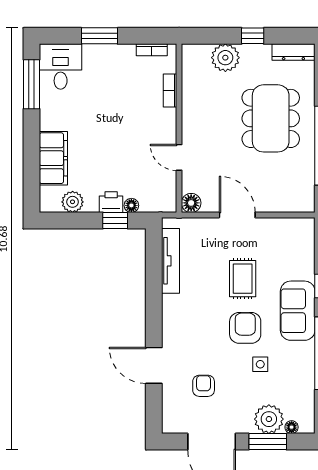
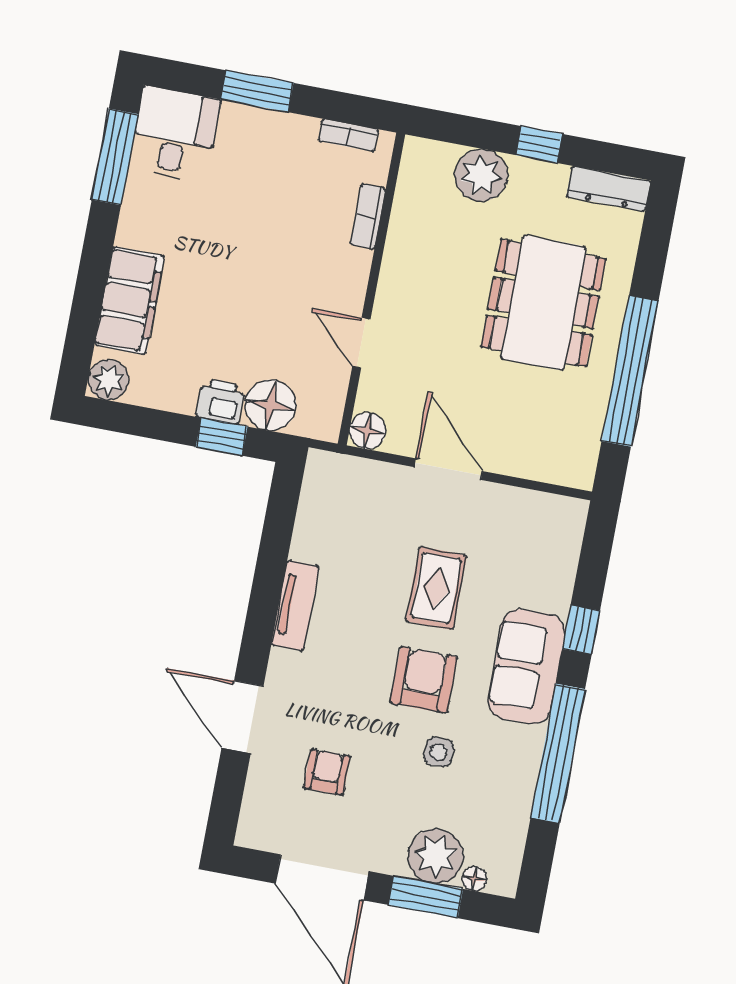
plant: (73, 202) -> (108, 380), moved
floor lamp: (131, 205) -> (271, 405), width x1.89, depth x1.89
tv unit: (171, 261) -> (295, 606), moved, width x0.71

